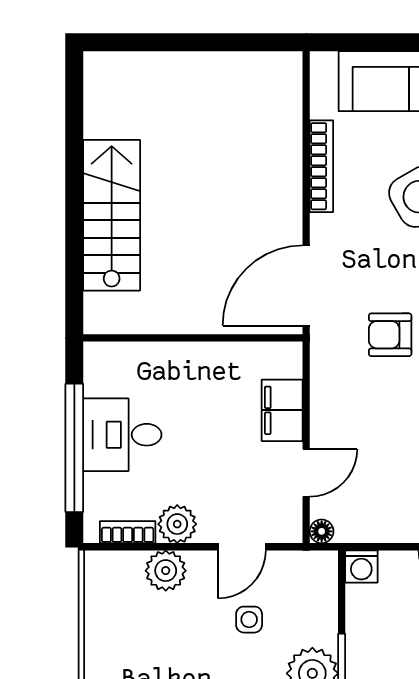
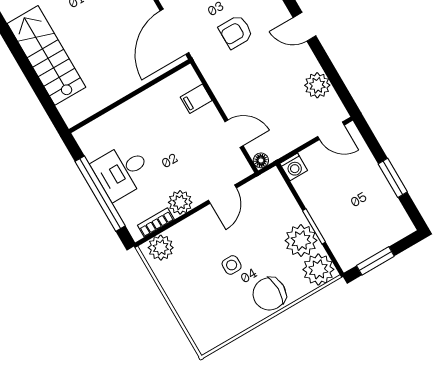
filing cabinet: (282, 410) -> (196, 99), width x0.50
door: (306, 473) -> (234, 134), hinge flipped
plant: (166, 571) -> (161, 248), moved
side table: (249, 620) -> (232, 265), moved

